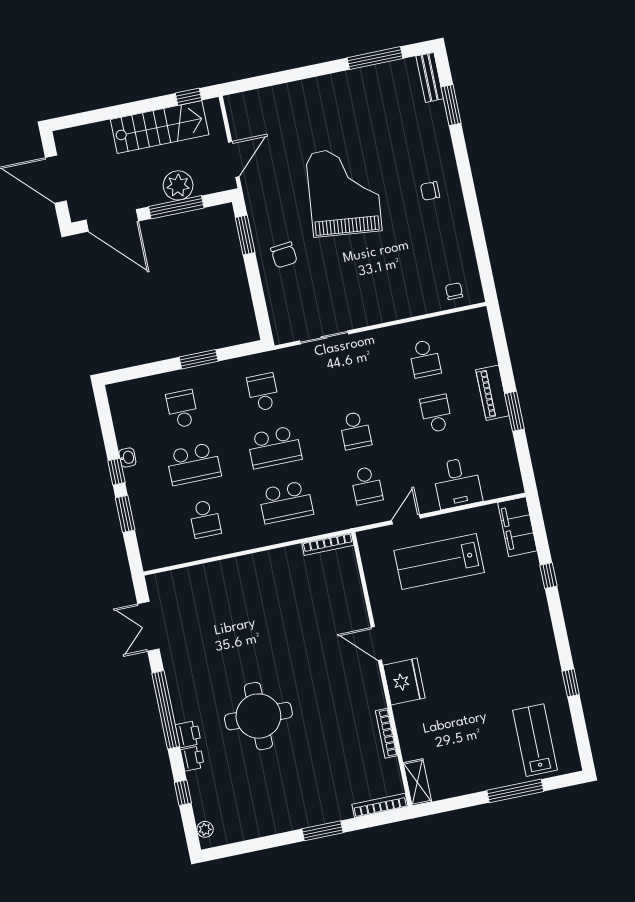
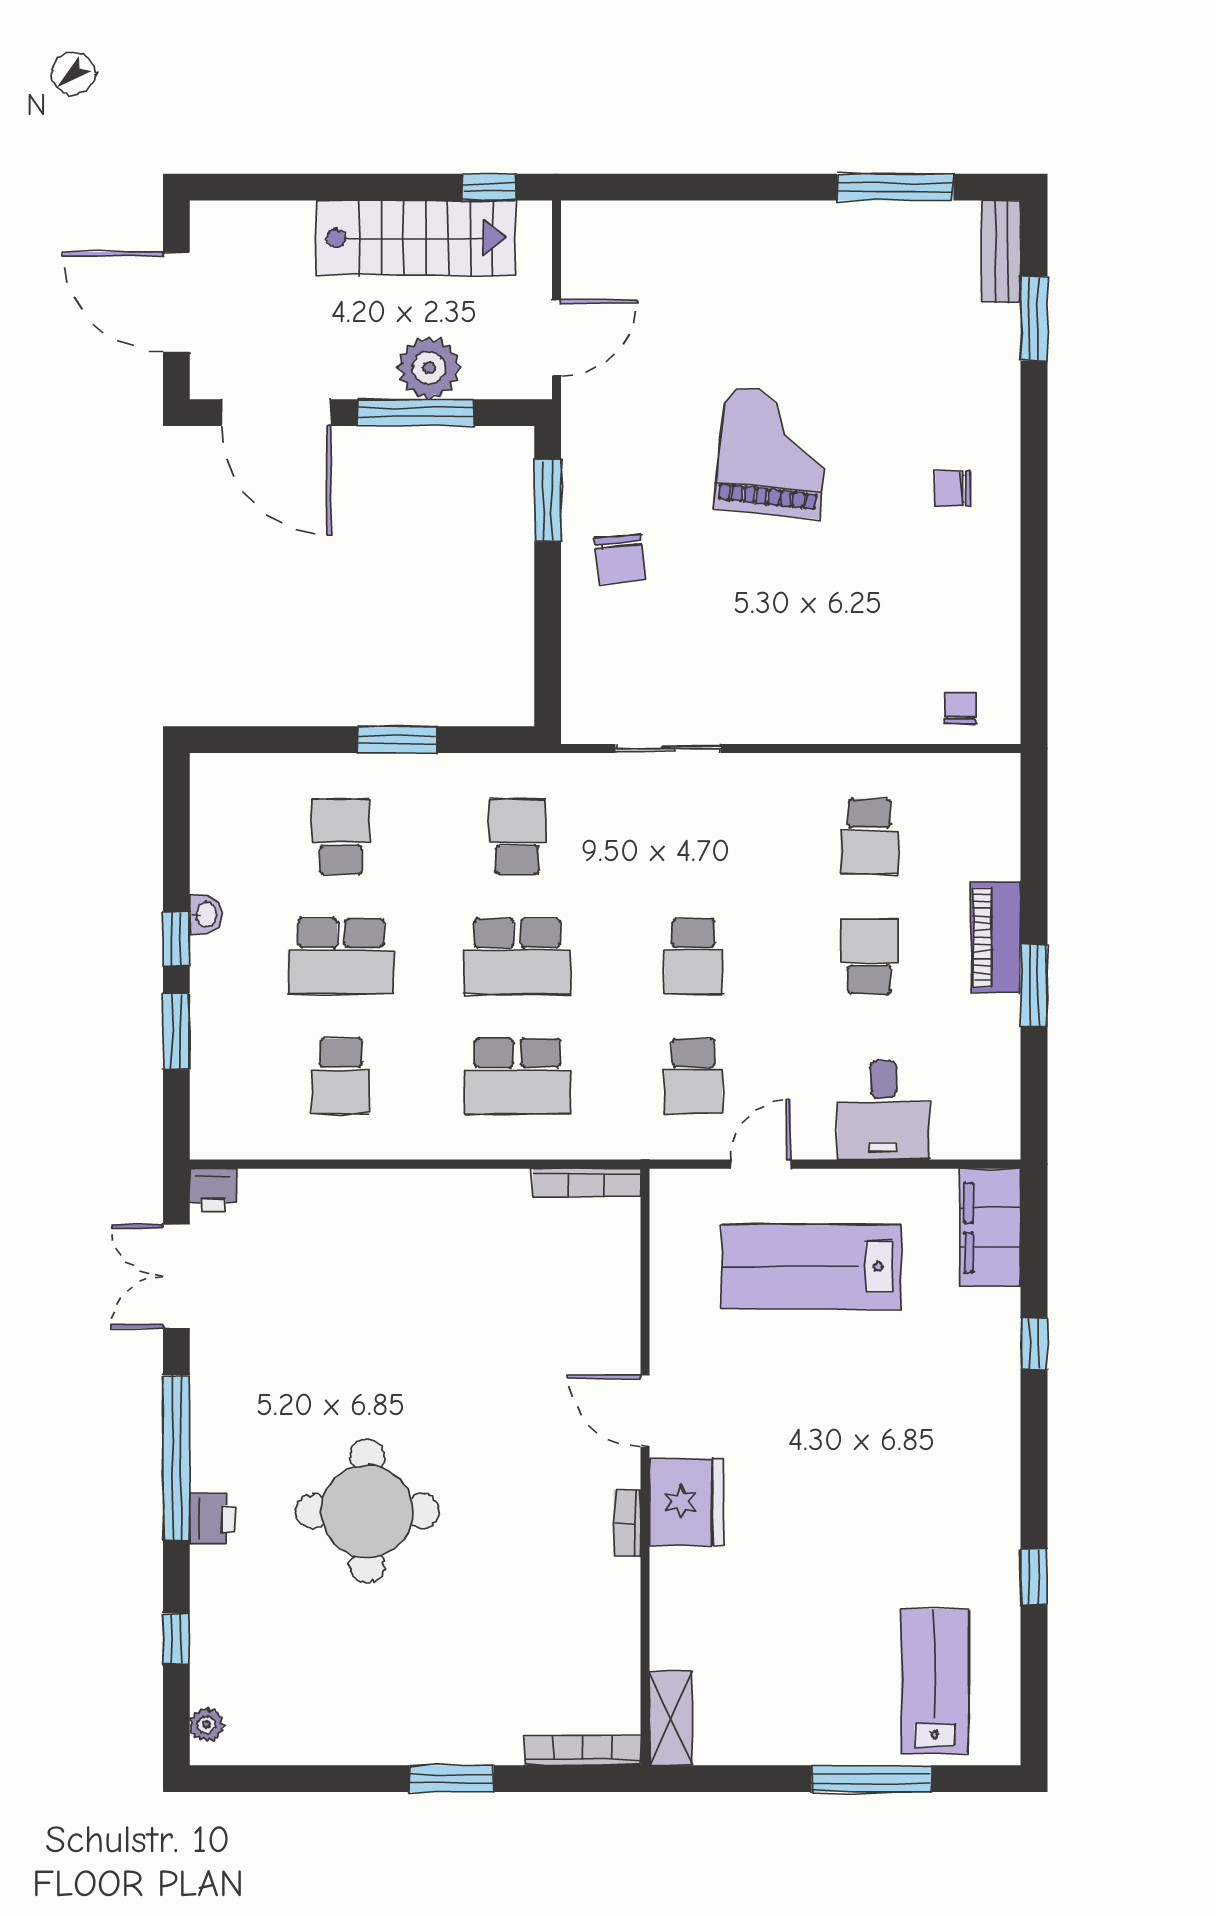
grand piano: (344, 192) -> (772, 452), width x0.73, depth x0.68
bookcase: (386, 733) -> (627, 1523), moved, width x0.64
printer: (192, 758) -> (213, 1190), moved, turned 90

